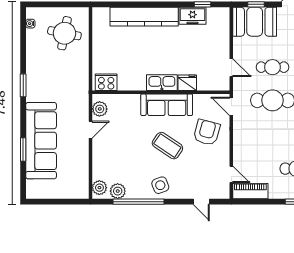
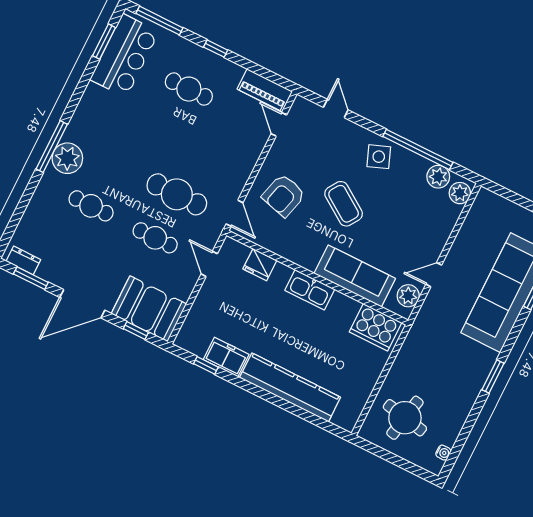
cooker: (106, 82) -> (375, 327), width x1.37, depth x1.31
fridge: (187, 83) -> (260, 265), moved
sofa: (167, 105) -> (355, 276), moved

